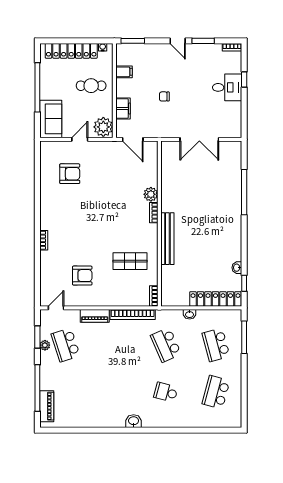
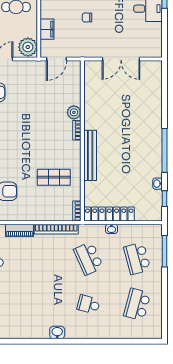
door: (133, 139) -> (56, 59), hinge flipped
window: (244, 192) -> (165, 150), moved
locker: (215, 299) -> (109, 214), moved

